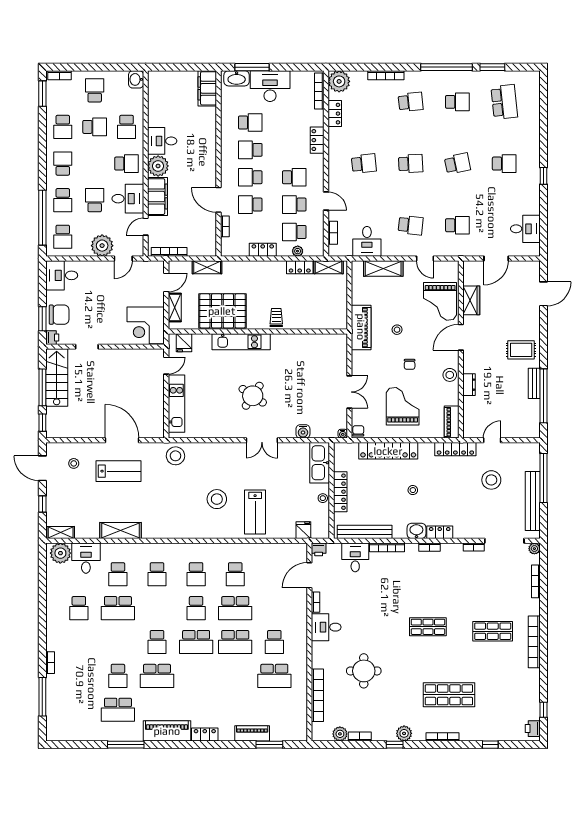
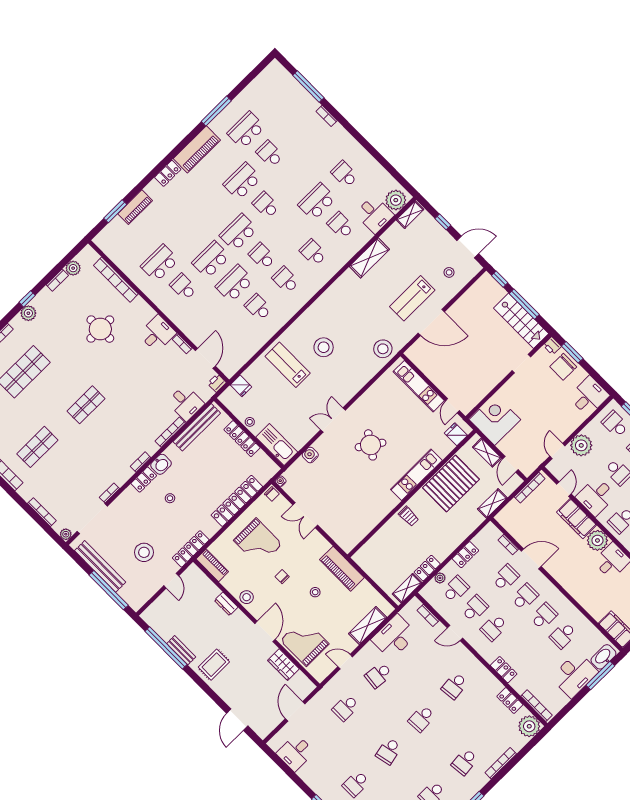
desk: (367, 241) -> (394, 637), width x1.37
stool: (413, 490) -> (170, 498), moved

